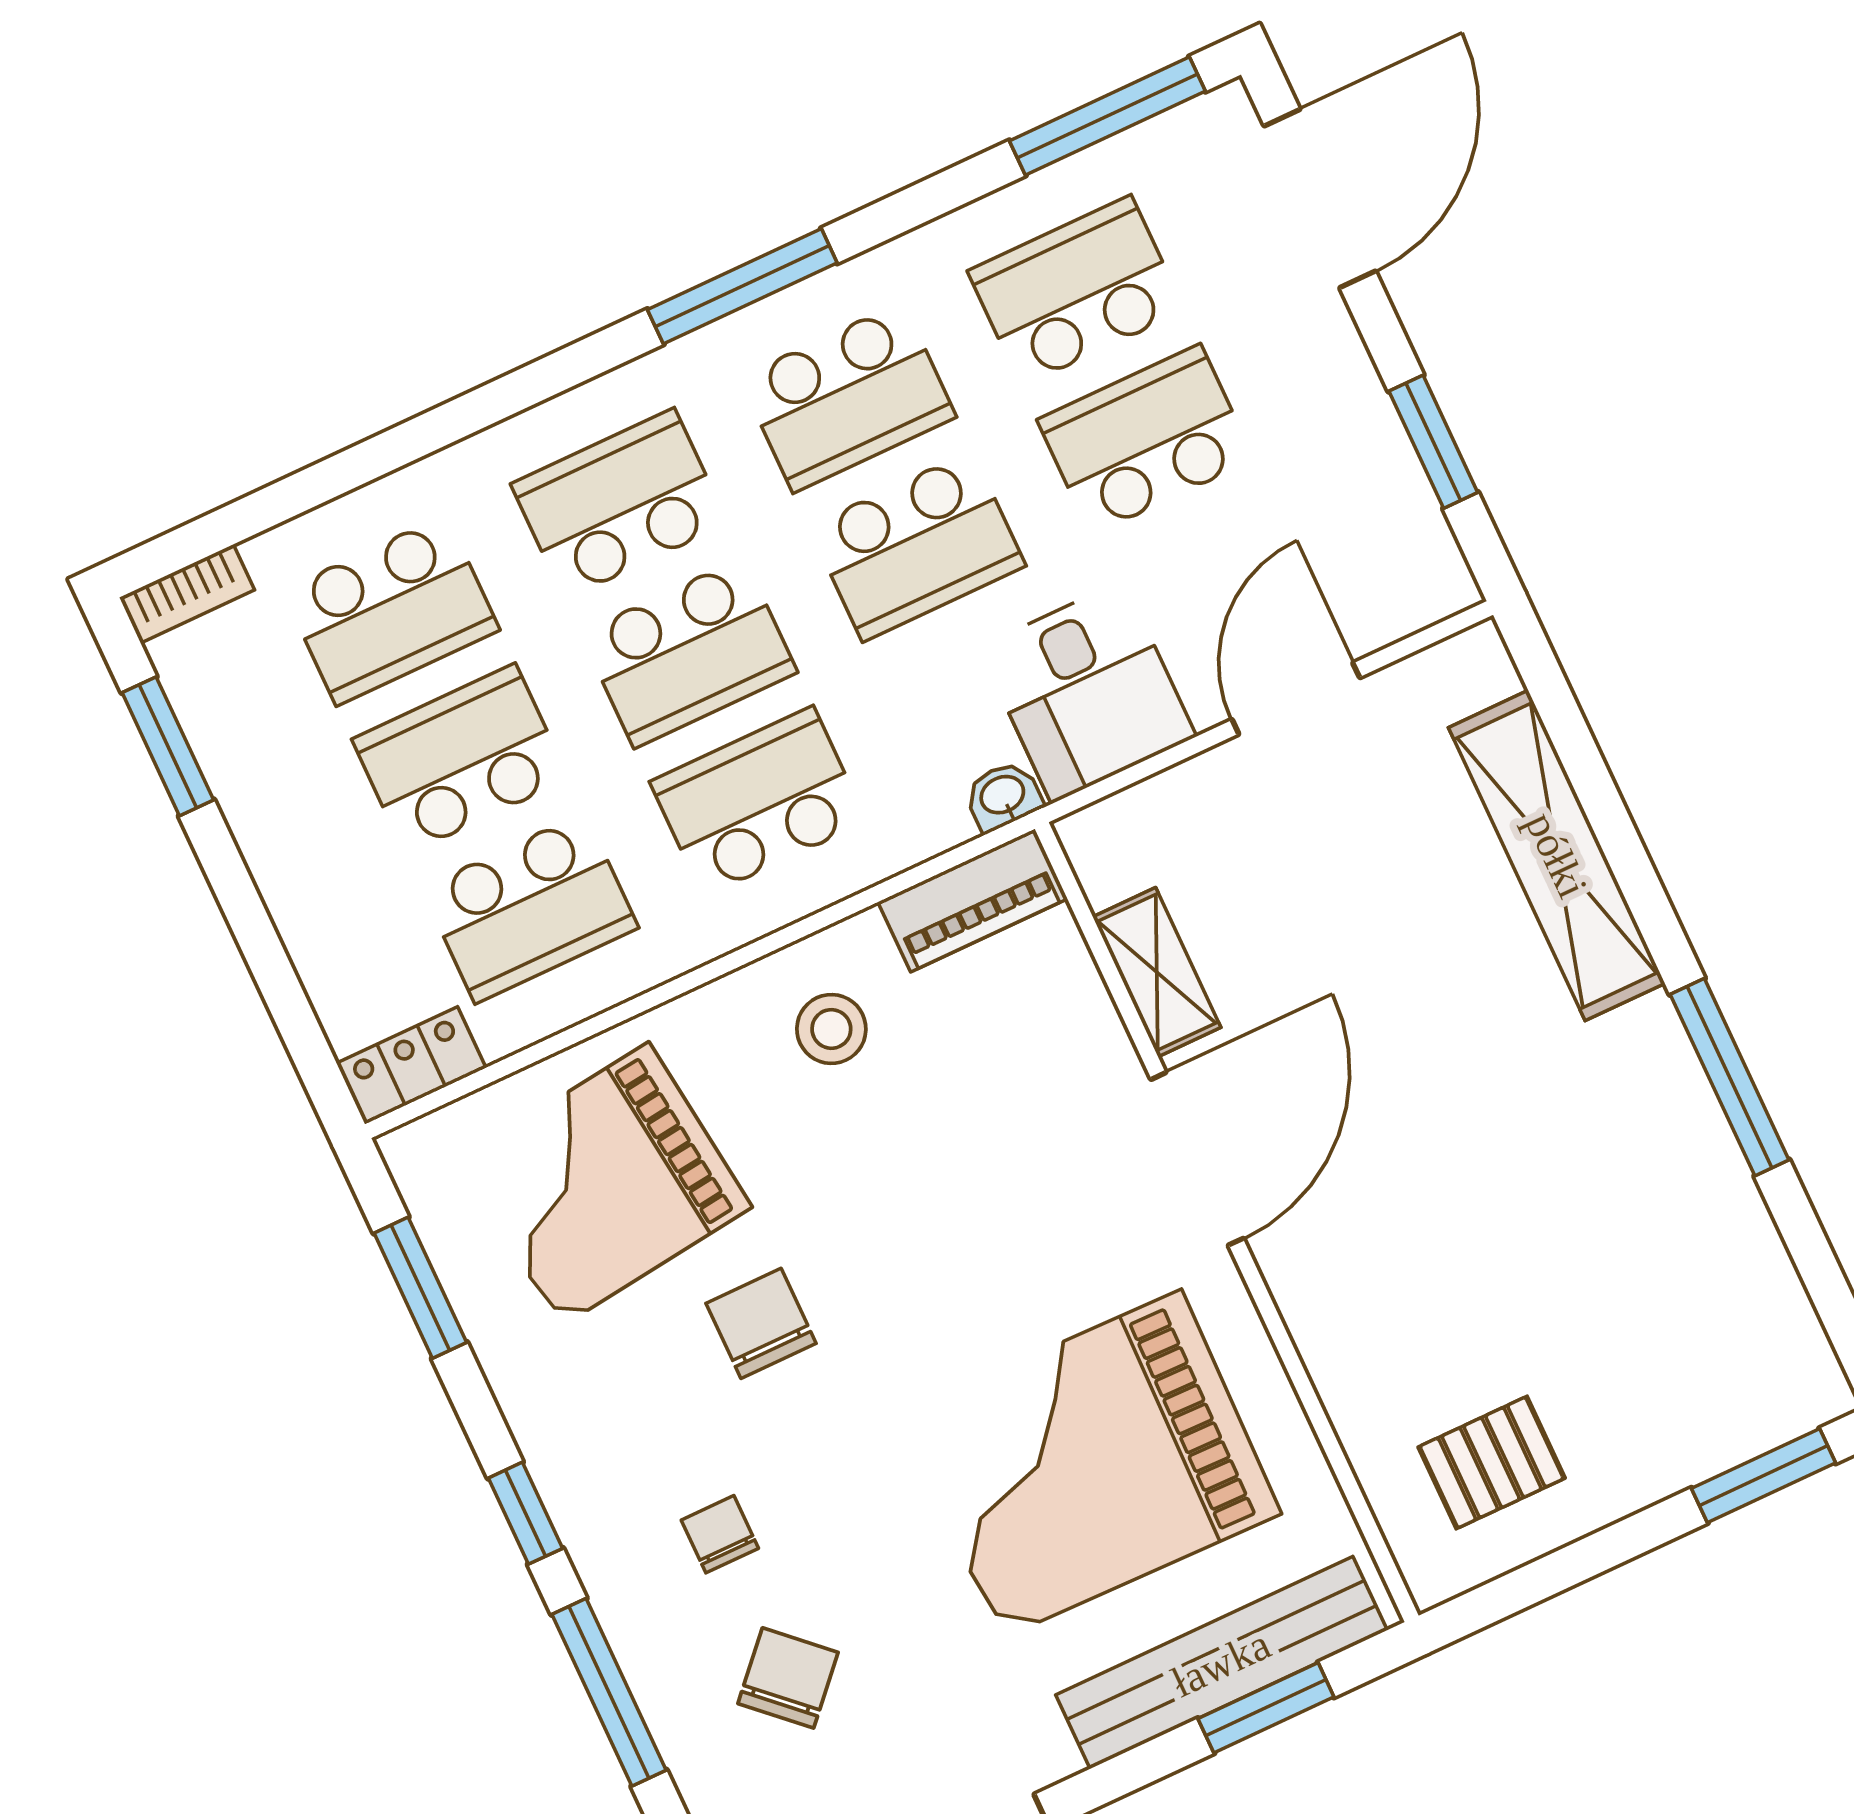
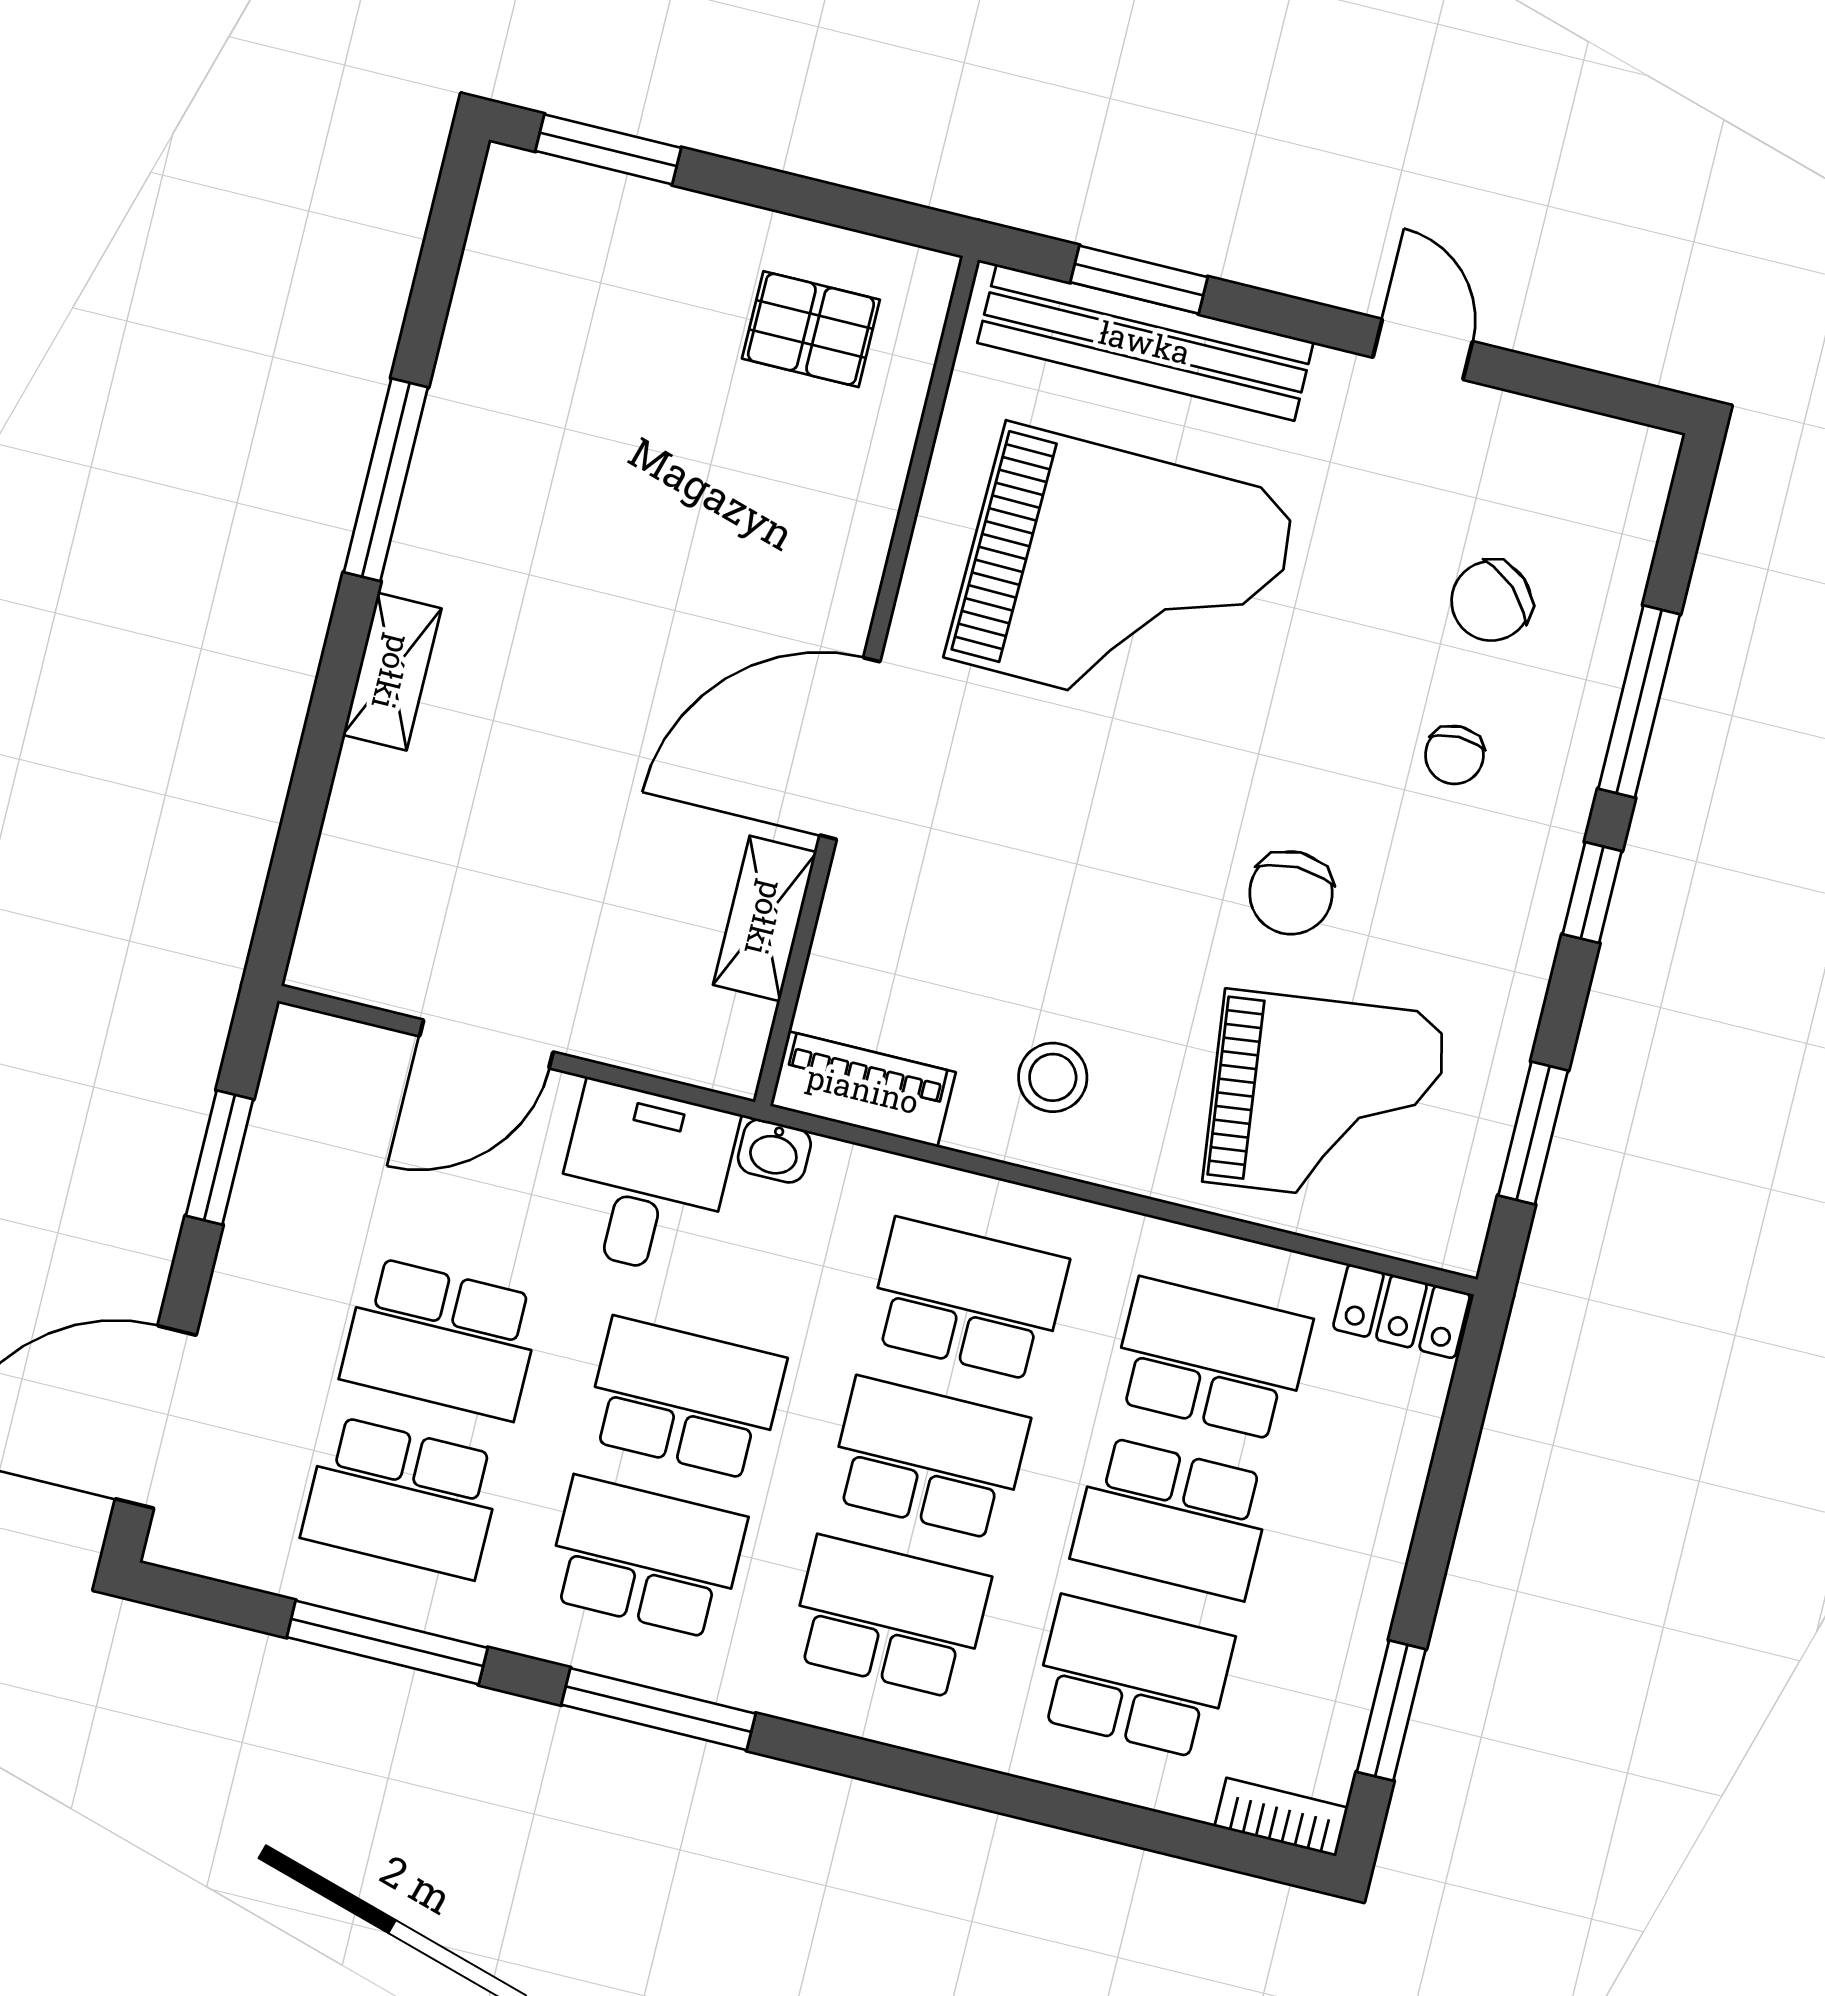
window: (1107, 116) -> (387, 1643), moved
school desk: (619, 504) -> (890, 1617), turned 180
school desk: (758, 801) -> (968, 1299), turned 180
shelving: (1557, 855) -> (392, 672), width x0.45, depth x0.75

